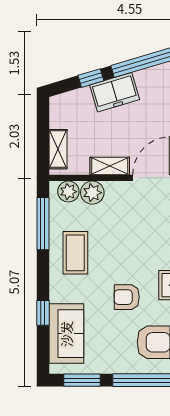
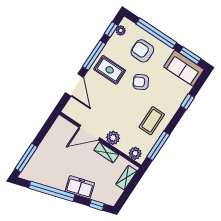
window: (91, 78) -> (97, 205), moved
plant: (92, 193) -> (113, 138), moved
armchair: (127, 297) -> (141, 82), turned 152
sofa: (66, 334) -> (184, 68), moved, turned -90

